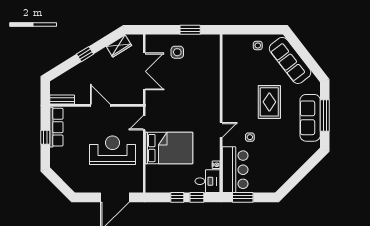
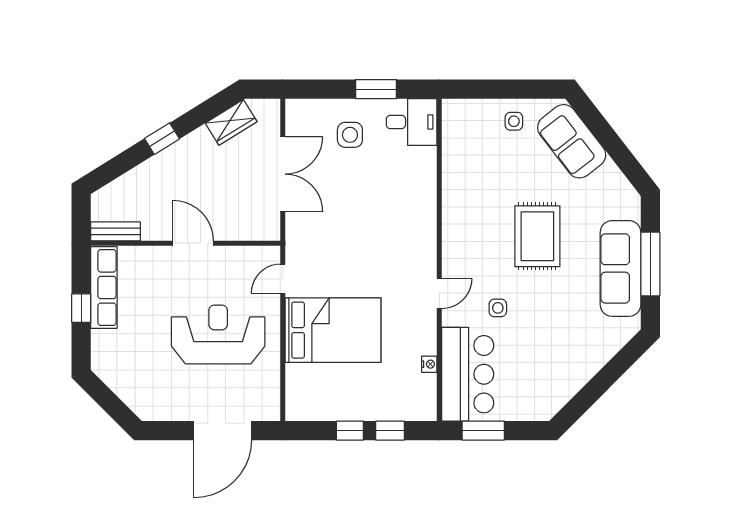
sofa: (290, 60) -> (572, 141), width x0.73
desk: (208, 181) -> (412, 122), moved

